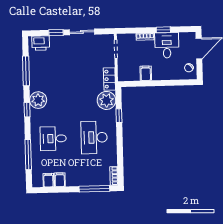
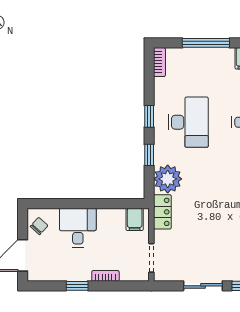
desk: (167, 45) -> (78, 228), moved, turned 180
filing cabinet: (146, 73) -> (135, 219), moved
window: (120, 141) -> (149, 116), added
window: (94, 189) -> (206, 43), moved

